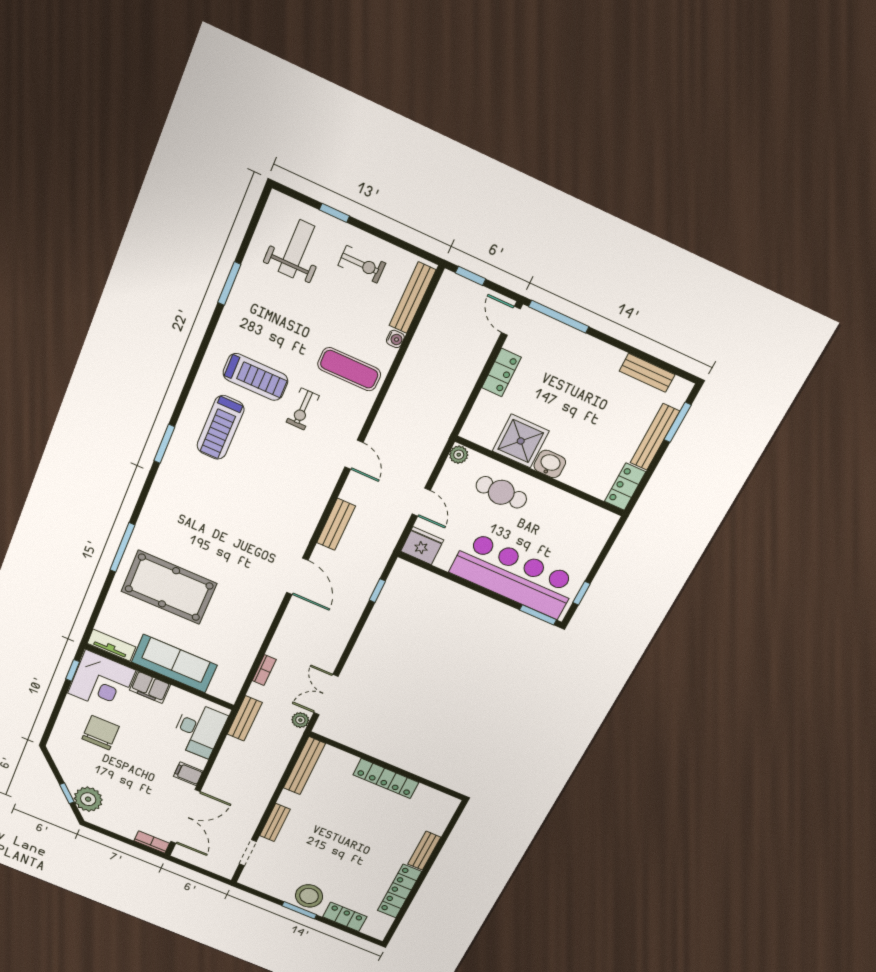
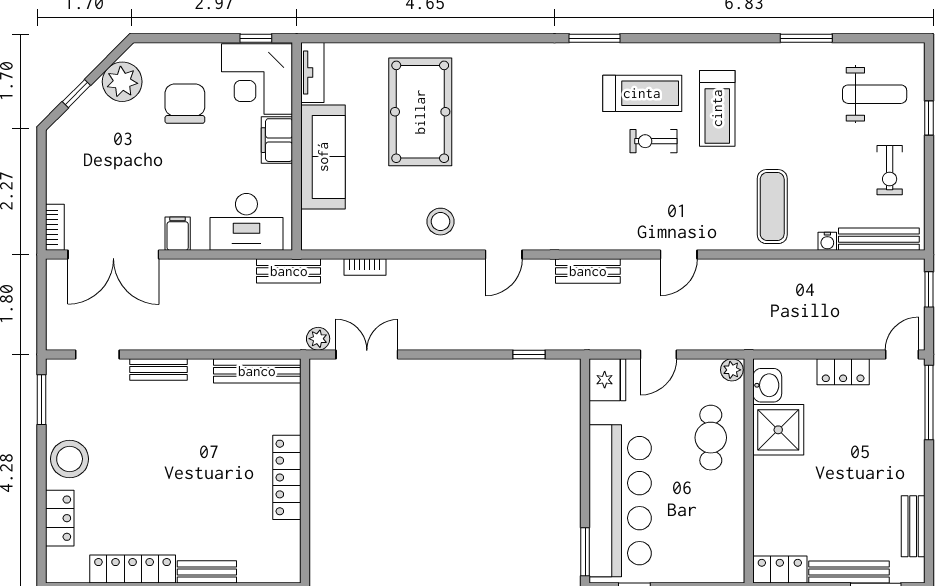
exercise bike: (303, 409) -> (654, 141), moved
treadmill: (220, 427) -> (642, 93), turned 180
washbasin: (550, 464) -> (767, 385), moved
window: (122, 547) -> (446, 38), removed
door: (297, 576) -> (504, 255), width x0.73
stool: (254, 608) -> (441, 222), added
chair: (101, 733) -> (185, 104), turned -90
plant: (88, 799) -> (122, 82), moved
window: (299, 910) -> (41, 400), moved

